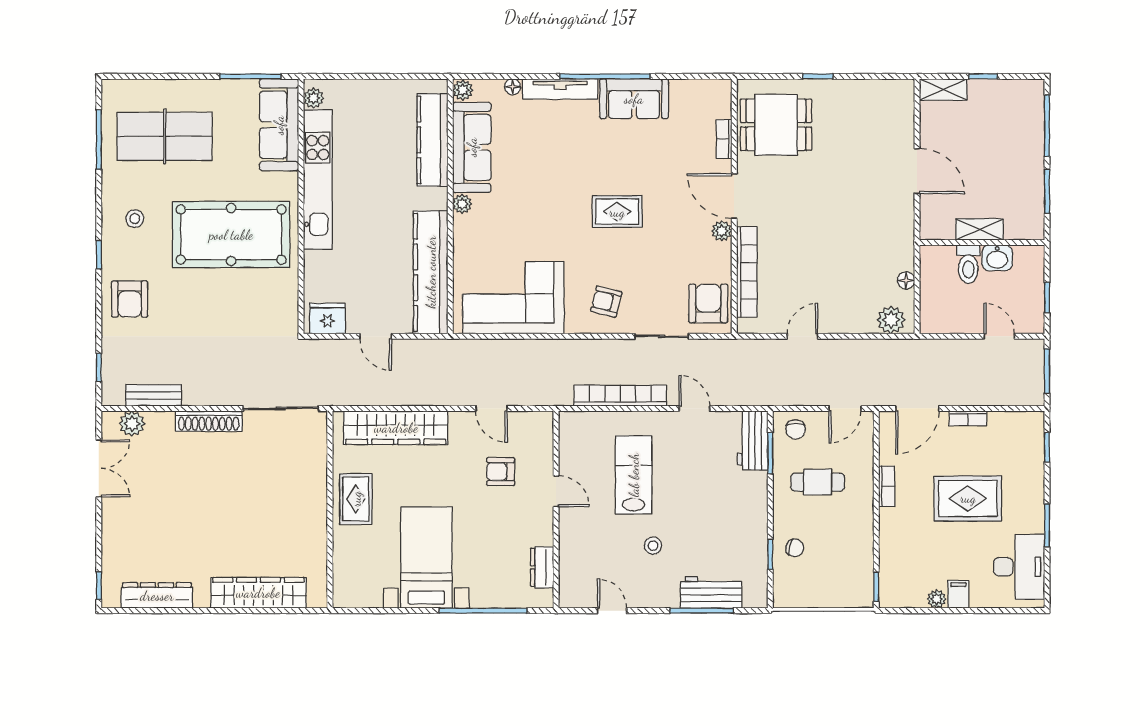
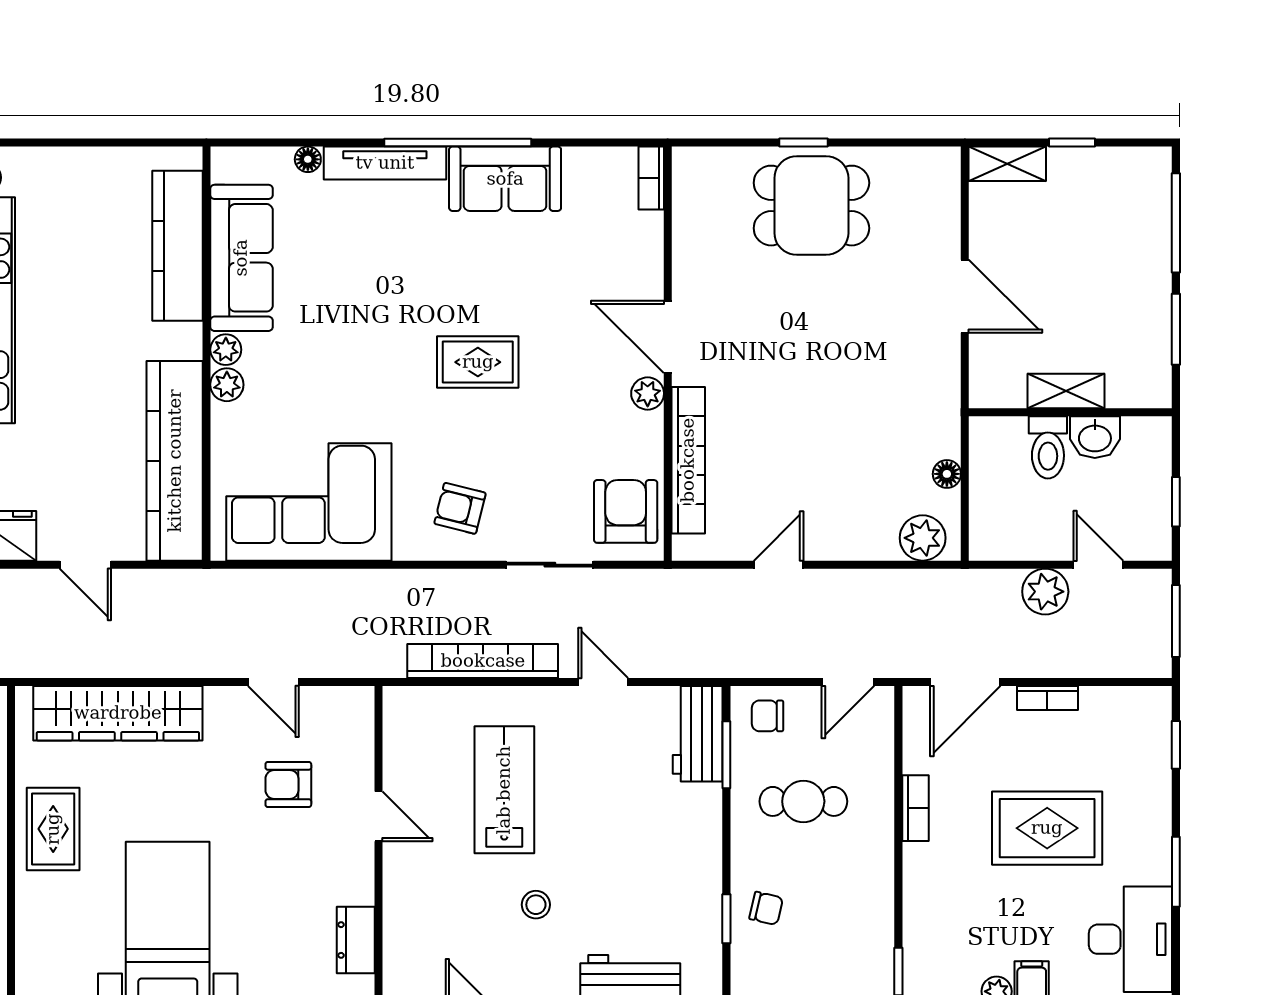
plant: (463, 90) -> (227, 385), moved
dining table: (776, 125) -> (811, 206), moved
bookcase: (724, 139) -> (651, 178), moved
plant: (967, 353) -> (1045, 592), added
chair: (796, 429) -> (768, 716), turned 90

